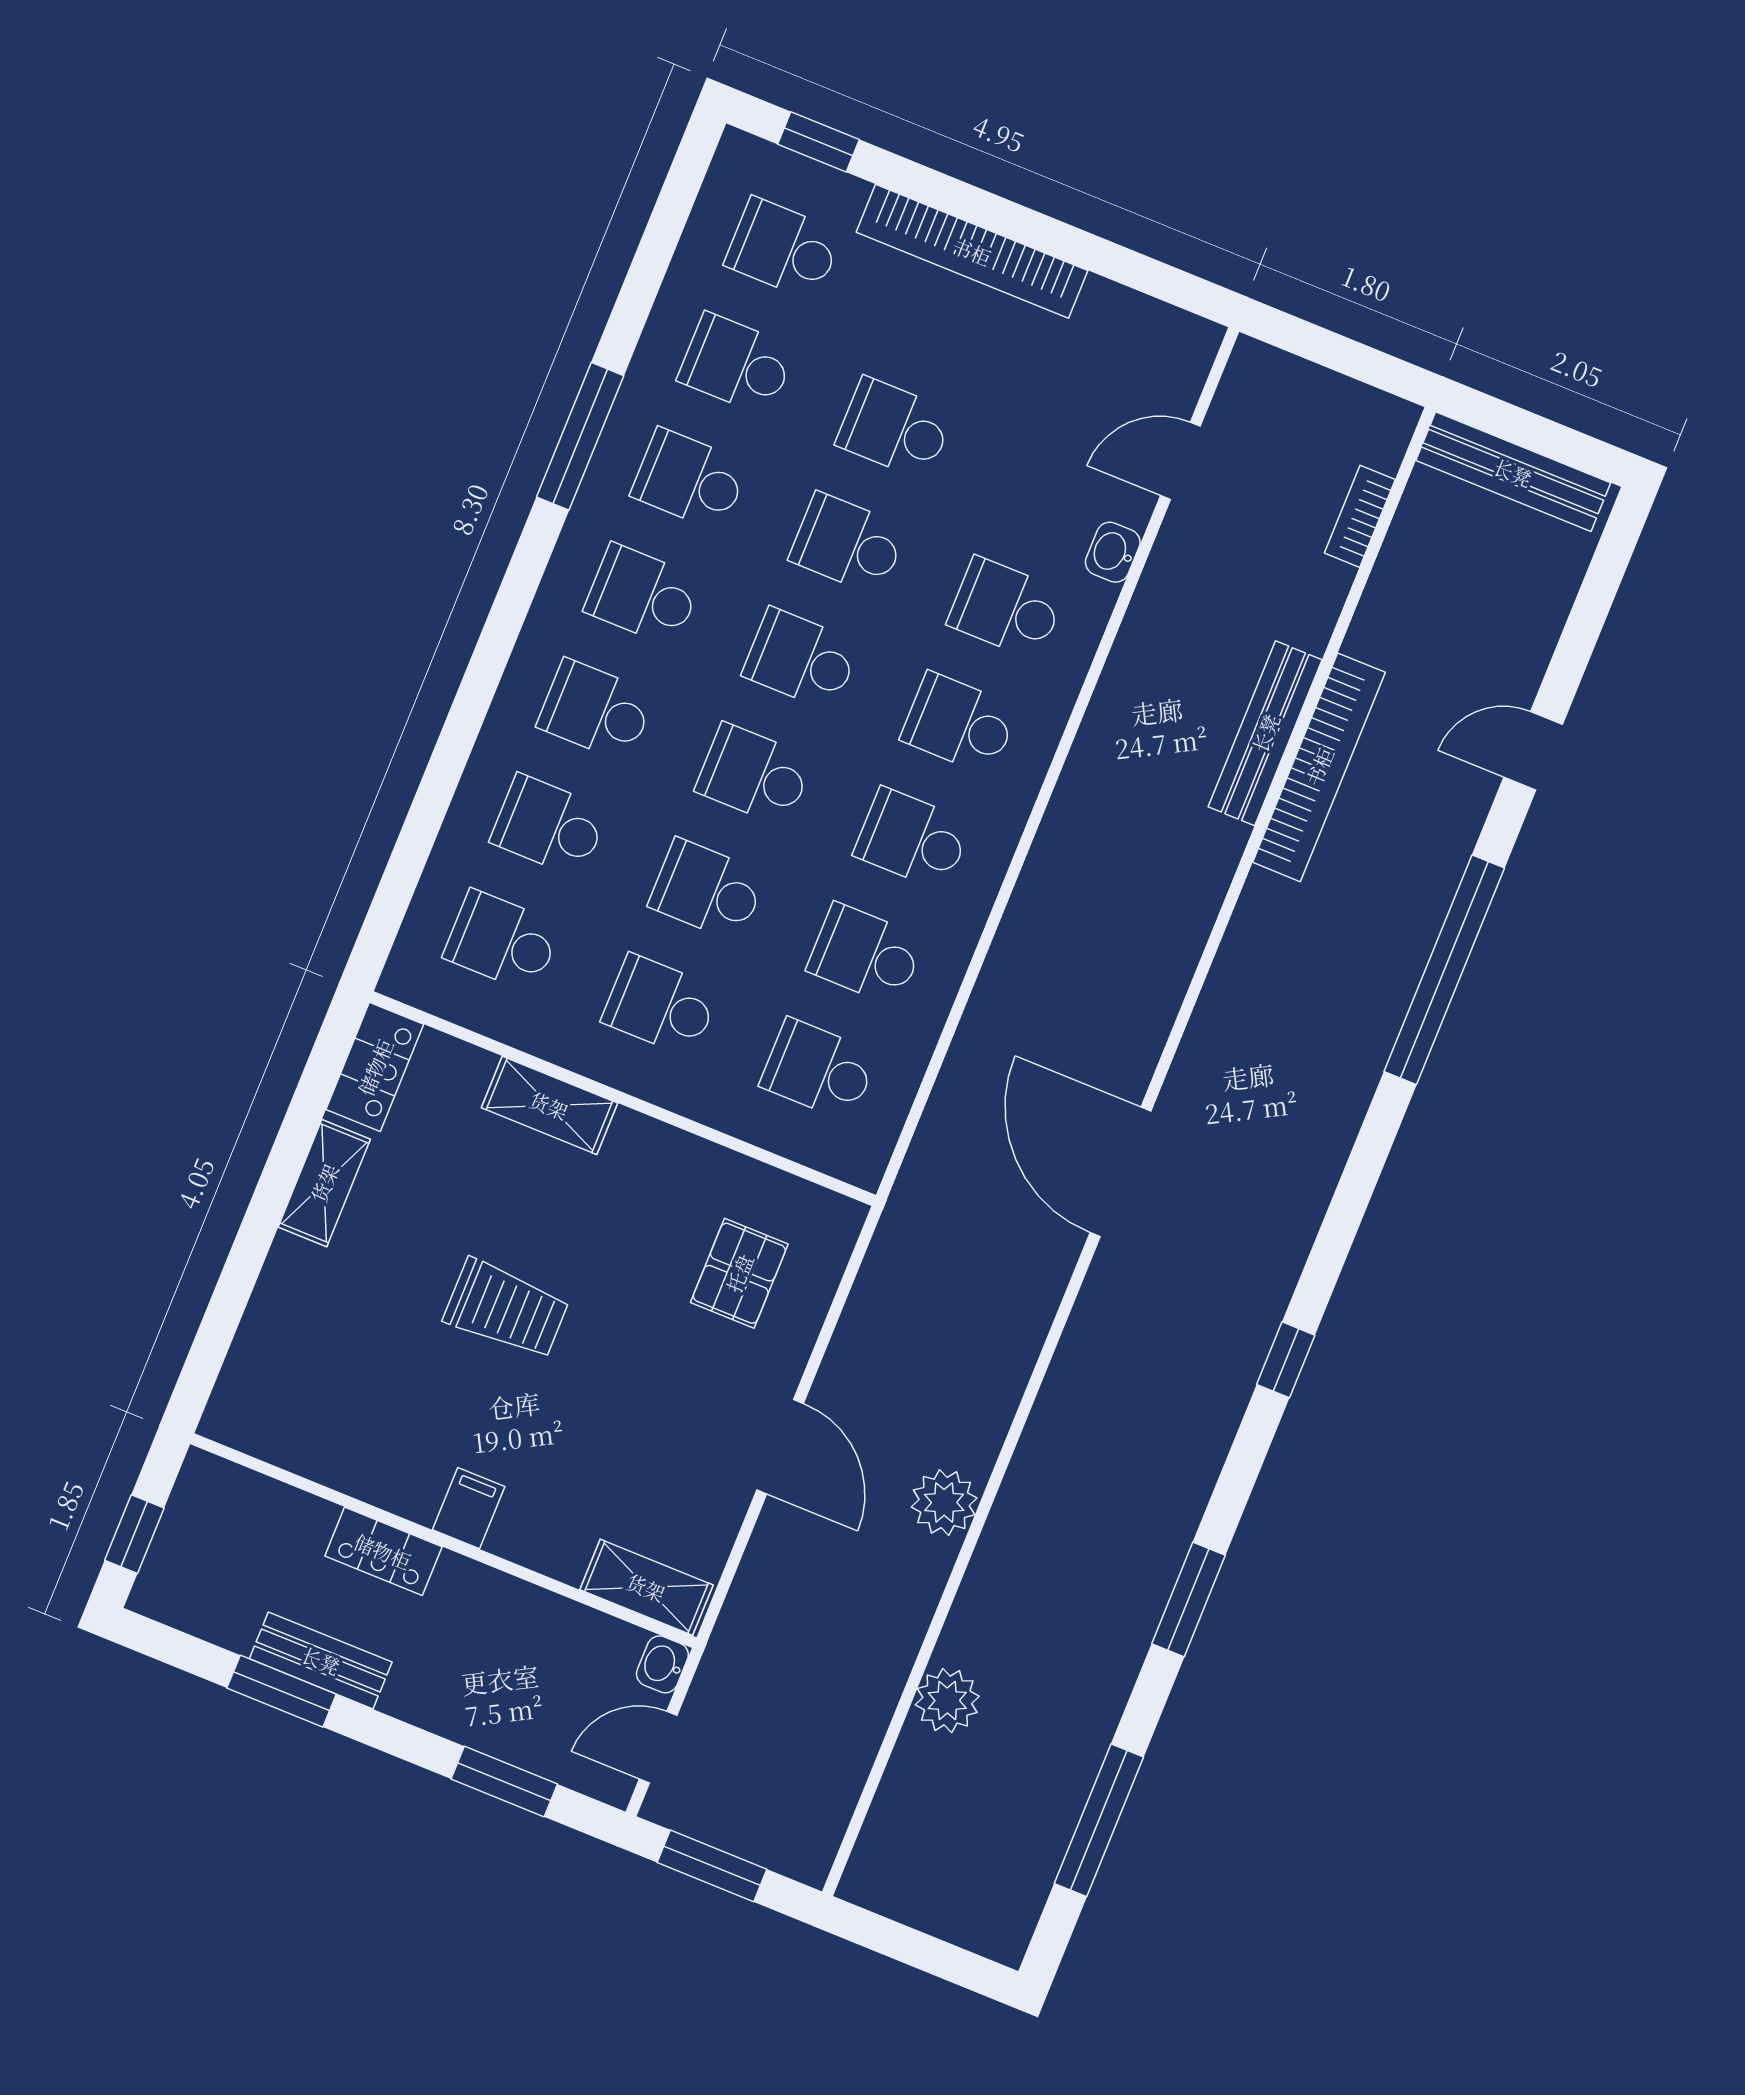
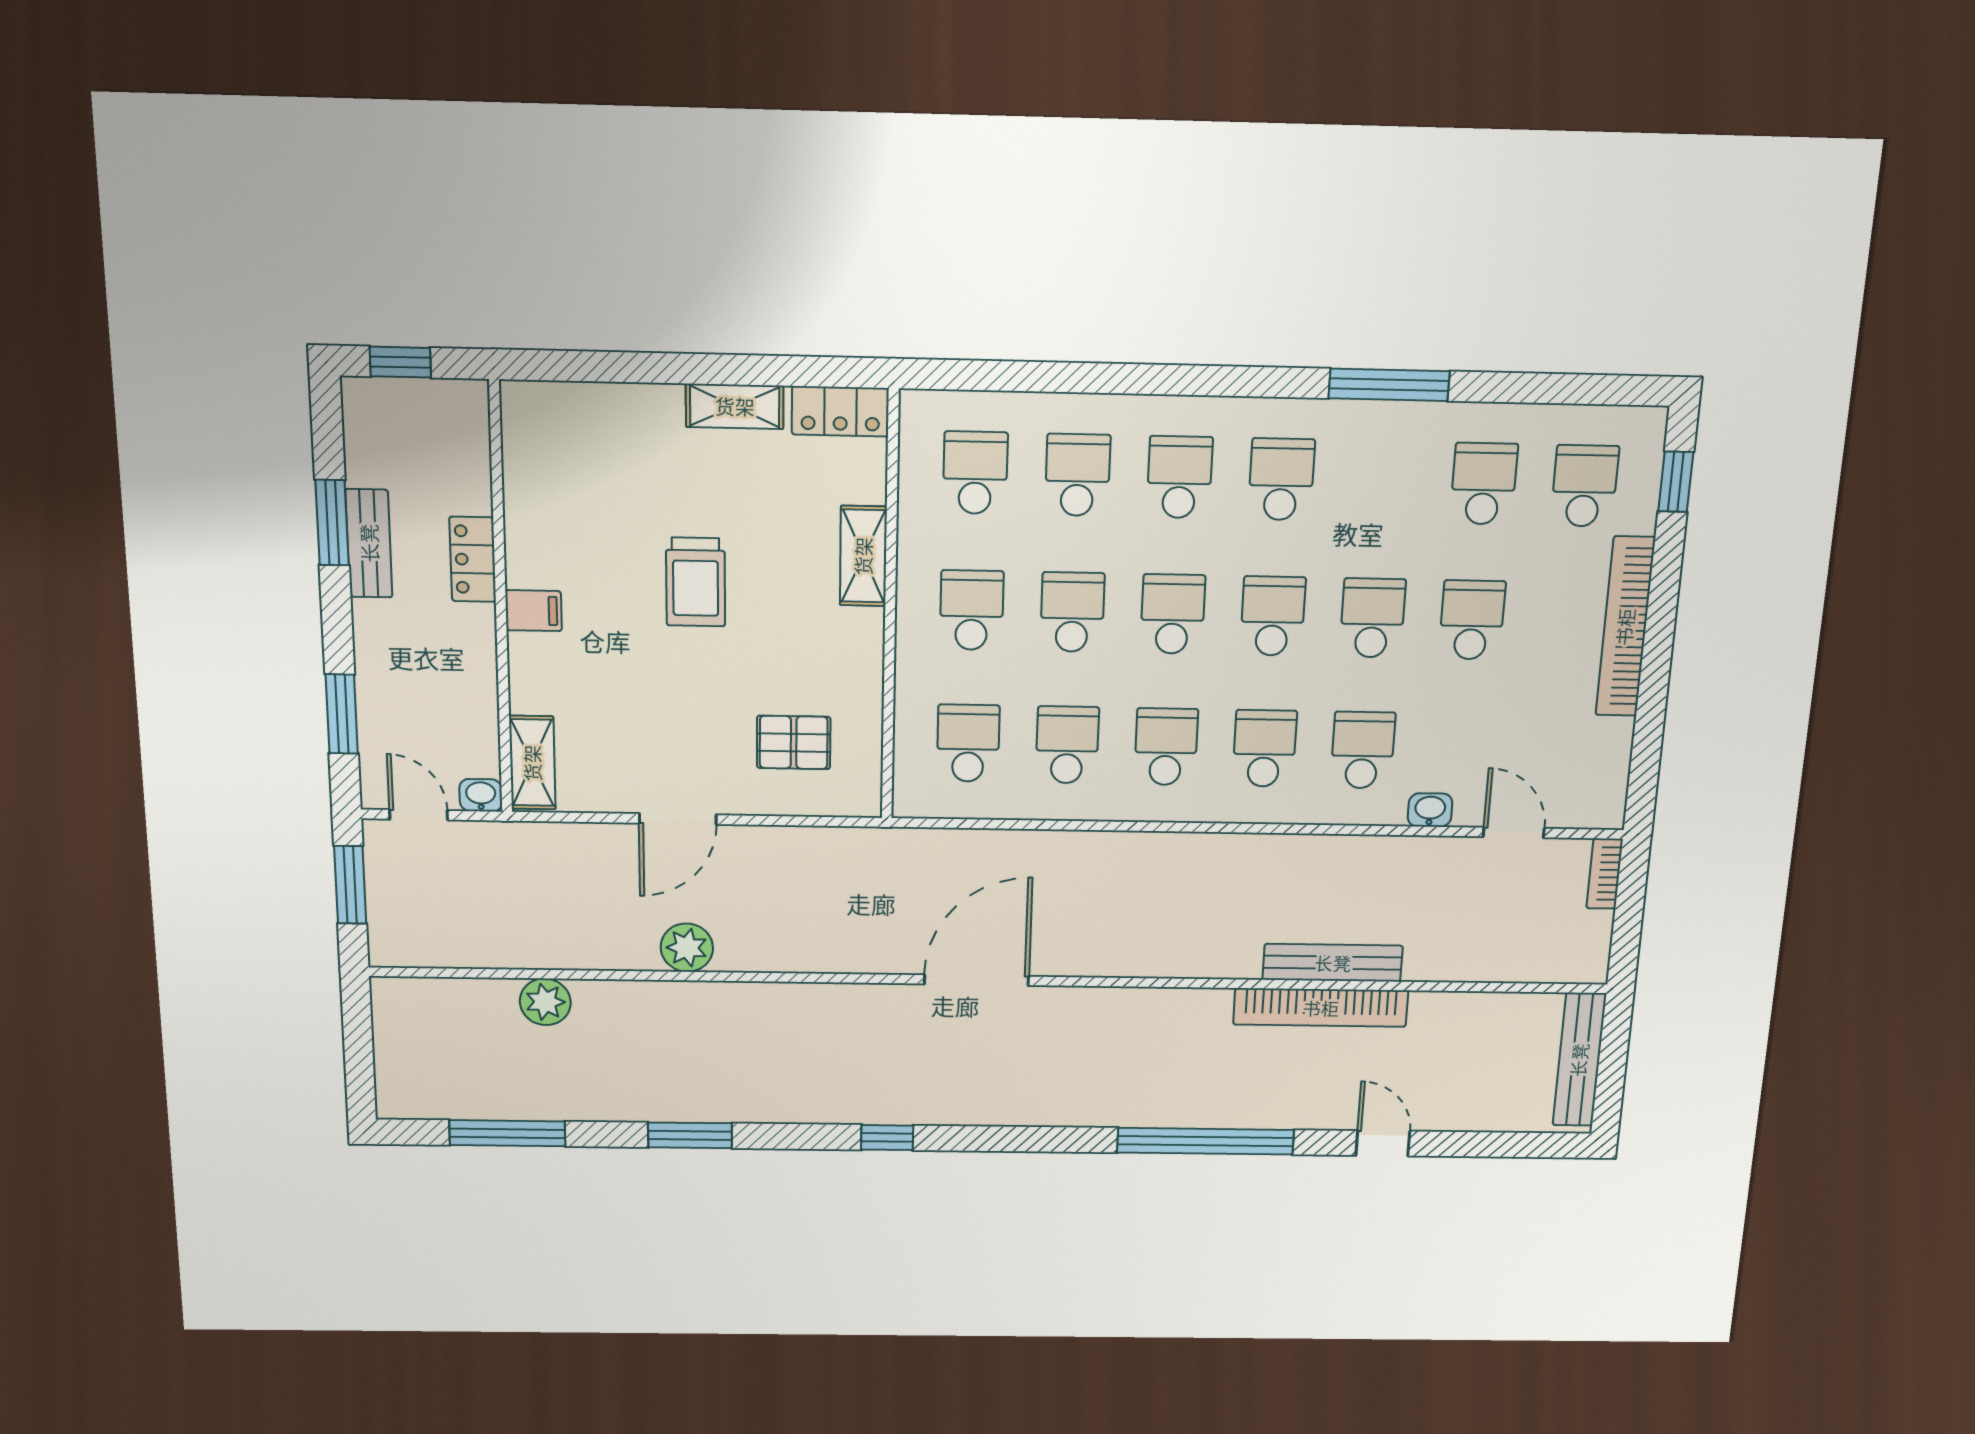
school desk: (690, 480) -> (1383, 482), removed
bookcase: (1360, 516) -> (1605, 874), moved, turned -90

